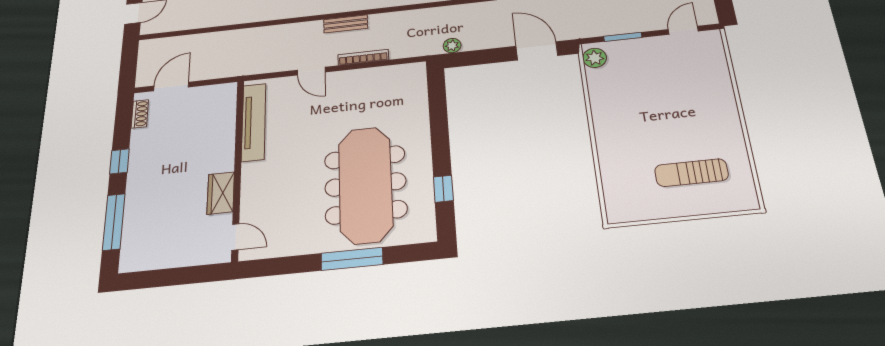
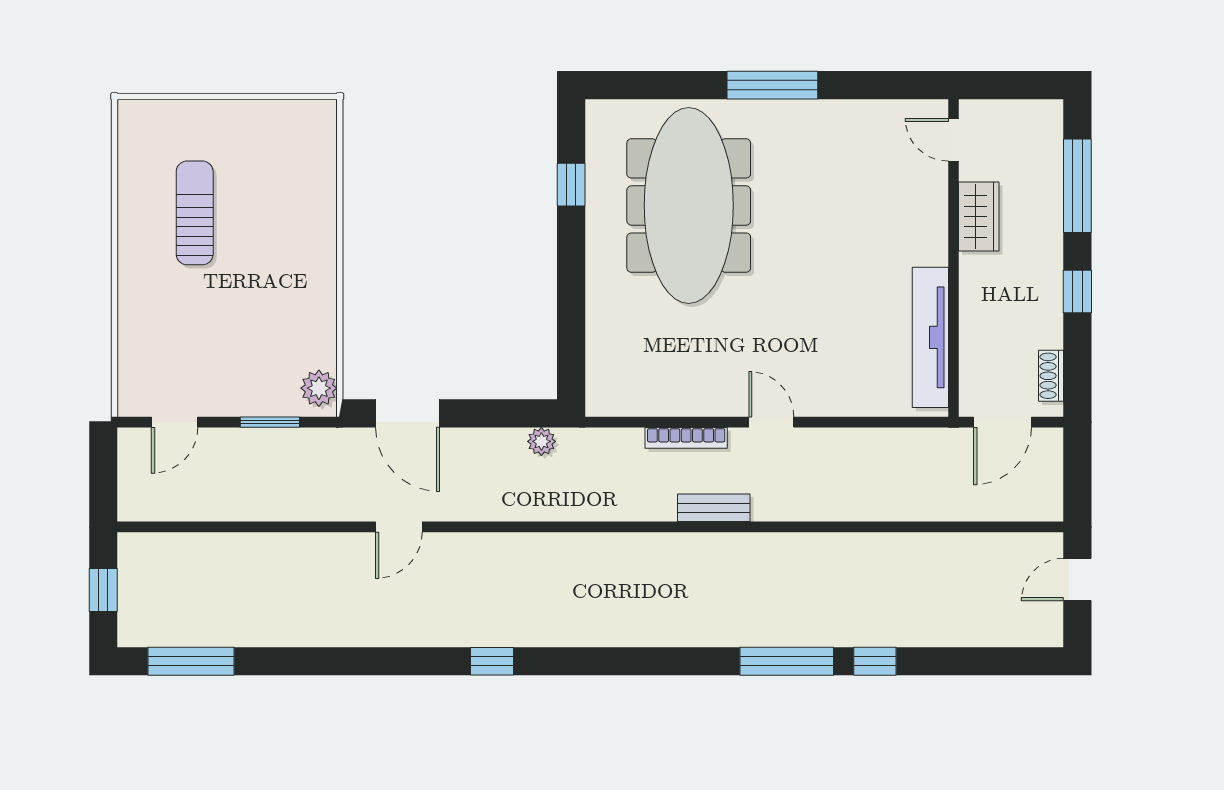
tv unit: (254, 122) -> (930, 337), moved
wall: (238, 168) -> (953, 258), moved
sun lounger: (691, 173) -> (195, 213), moved, turned -90
wardrobe: (221, 193) -> (979, 217), moved
door: (235, 237) -> (953, 140), moved
window: (352, 259) -> (772, 85), moved

